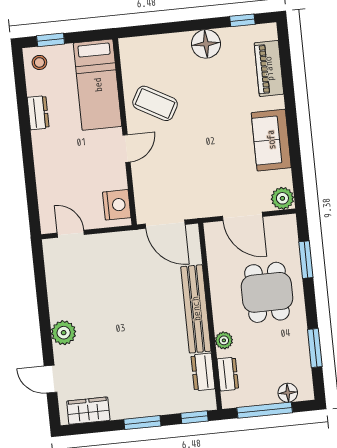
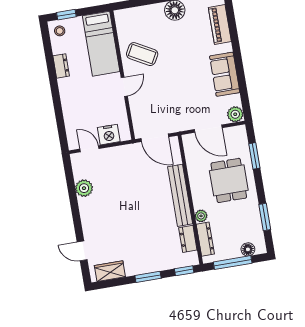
nightstand: (117, 205) -> (109, 135), moved, turned 90
plant: (64, 333) -> (84, 188), moved
dresser: (228, 374) -> (205, 239), width x1.44

